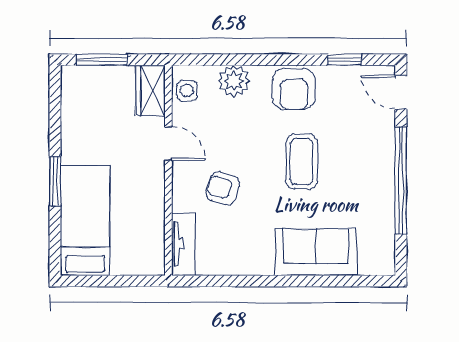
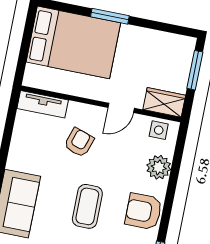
coffee table: (302, 162) -> (87, 206), turned 90
bed: (85, 221) -> (73, 42), width x1.50

